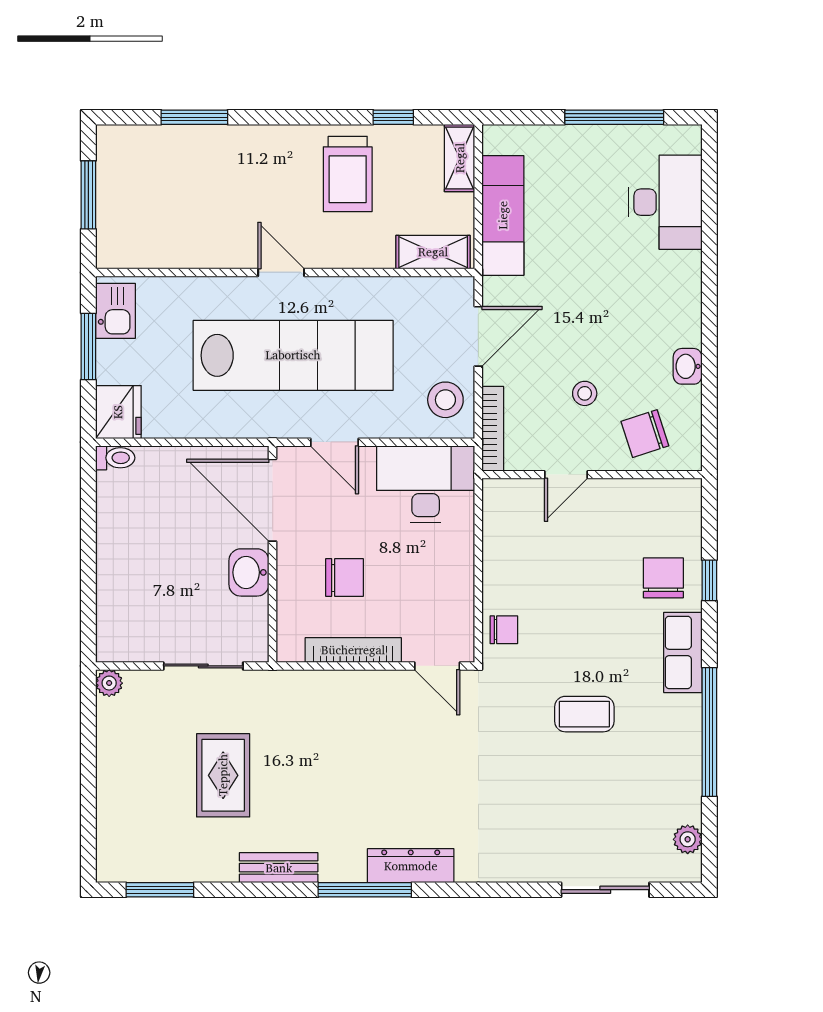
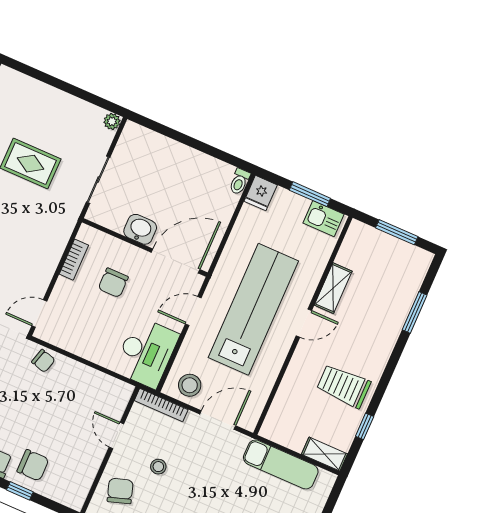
shelving: (433, 252) -> (333, 288), moved
door: (478, 336) -> (218, 420), swing flipped
lab bench: (293, 355) -> (253, 309), turned 180
fridge: (118, 412) -> (261, 193), width x0.72
chair: (504, 630) -> (43, 361), turned -74
bookcase: (353, 650) -> (74, 260), width x0.64

